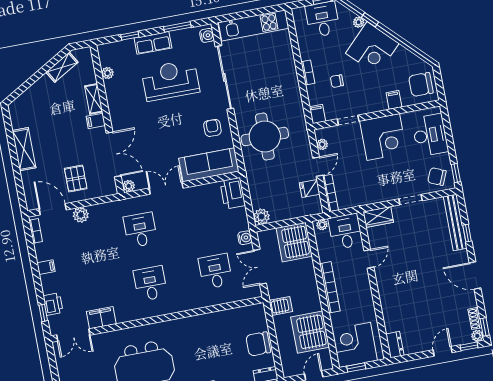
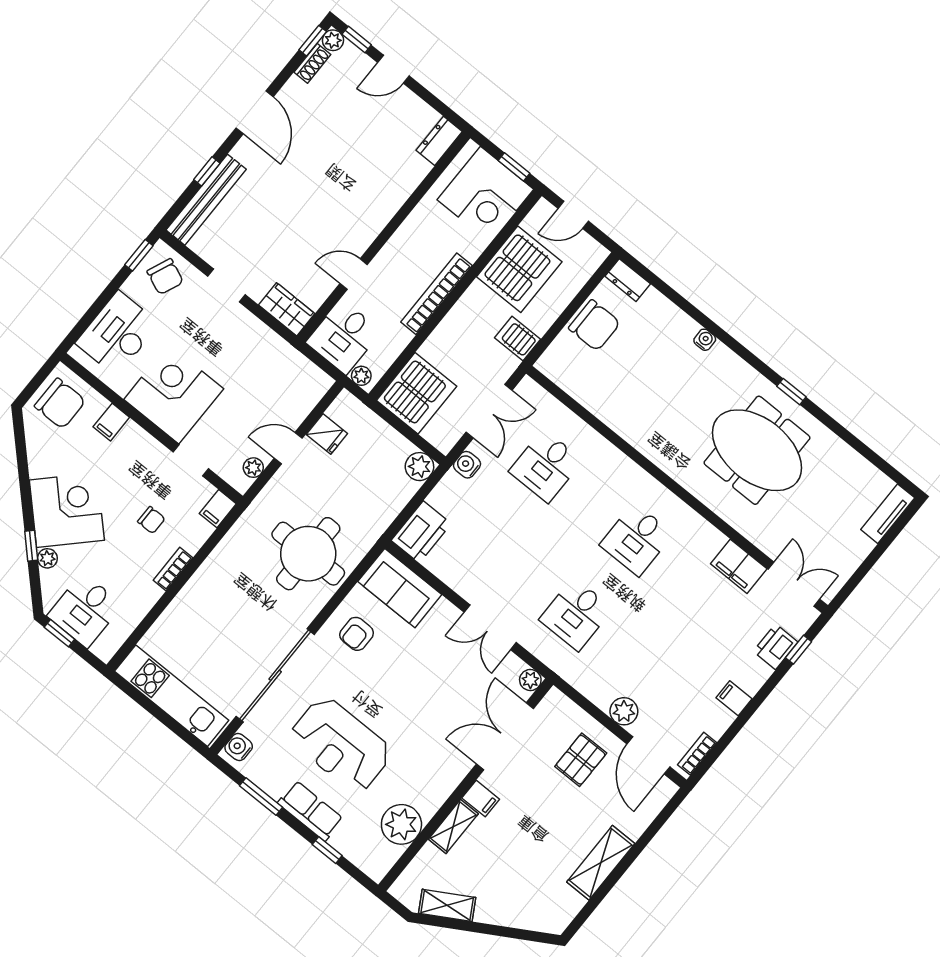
plant: (108, 73) -> (401, 824), width x1.87, depth x1.87
sofa: (209, 165) -> (400, 588), width x0.73
bookcase: (330, 193) -> (309, 401), removed

